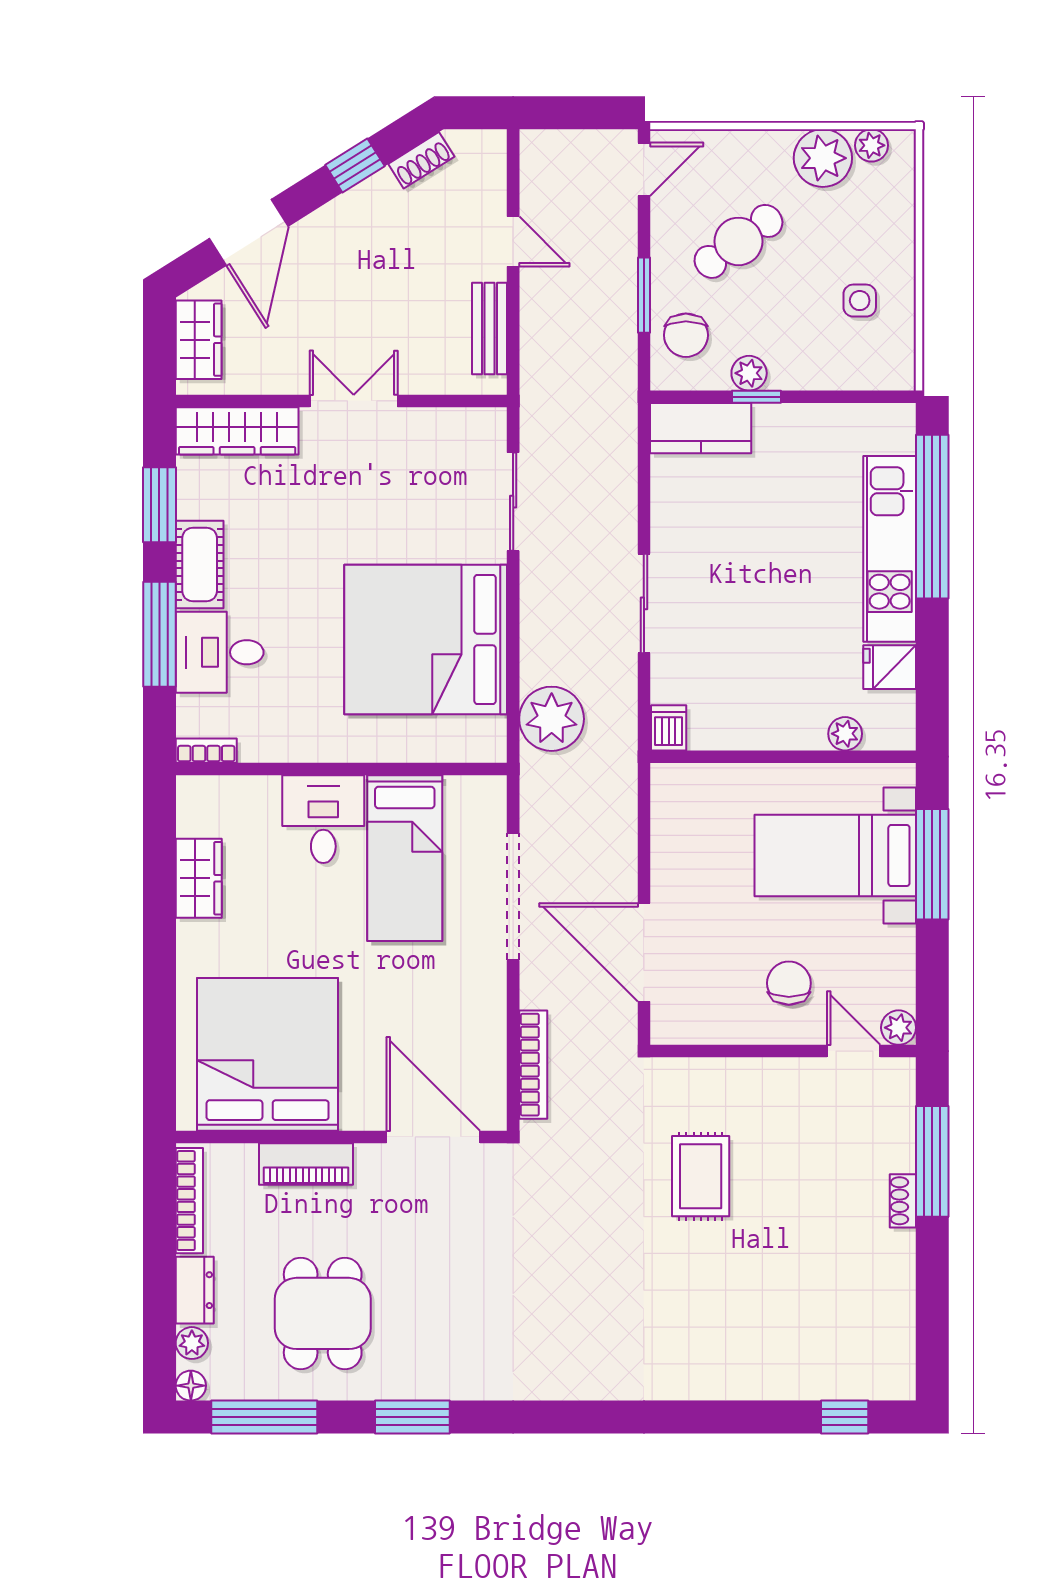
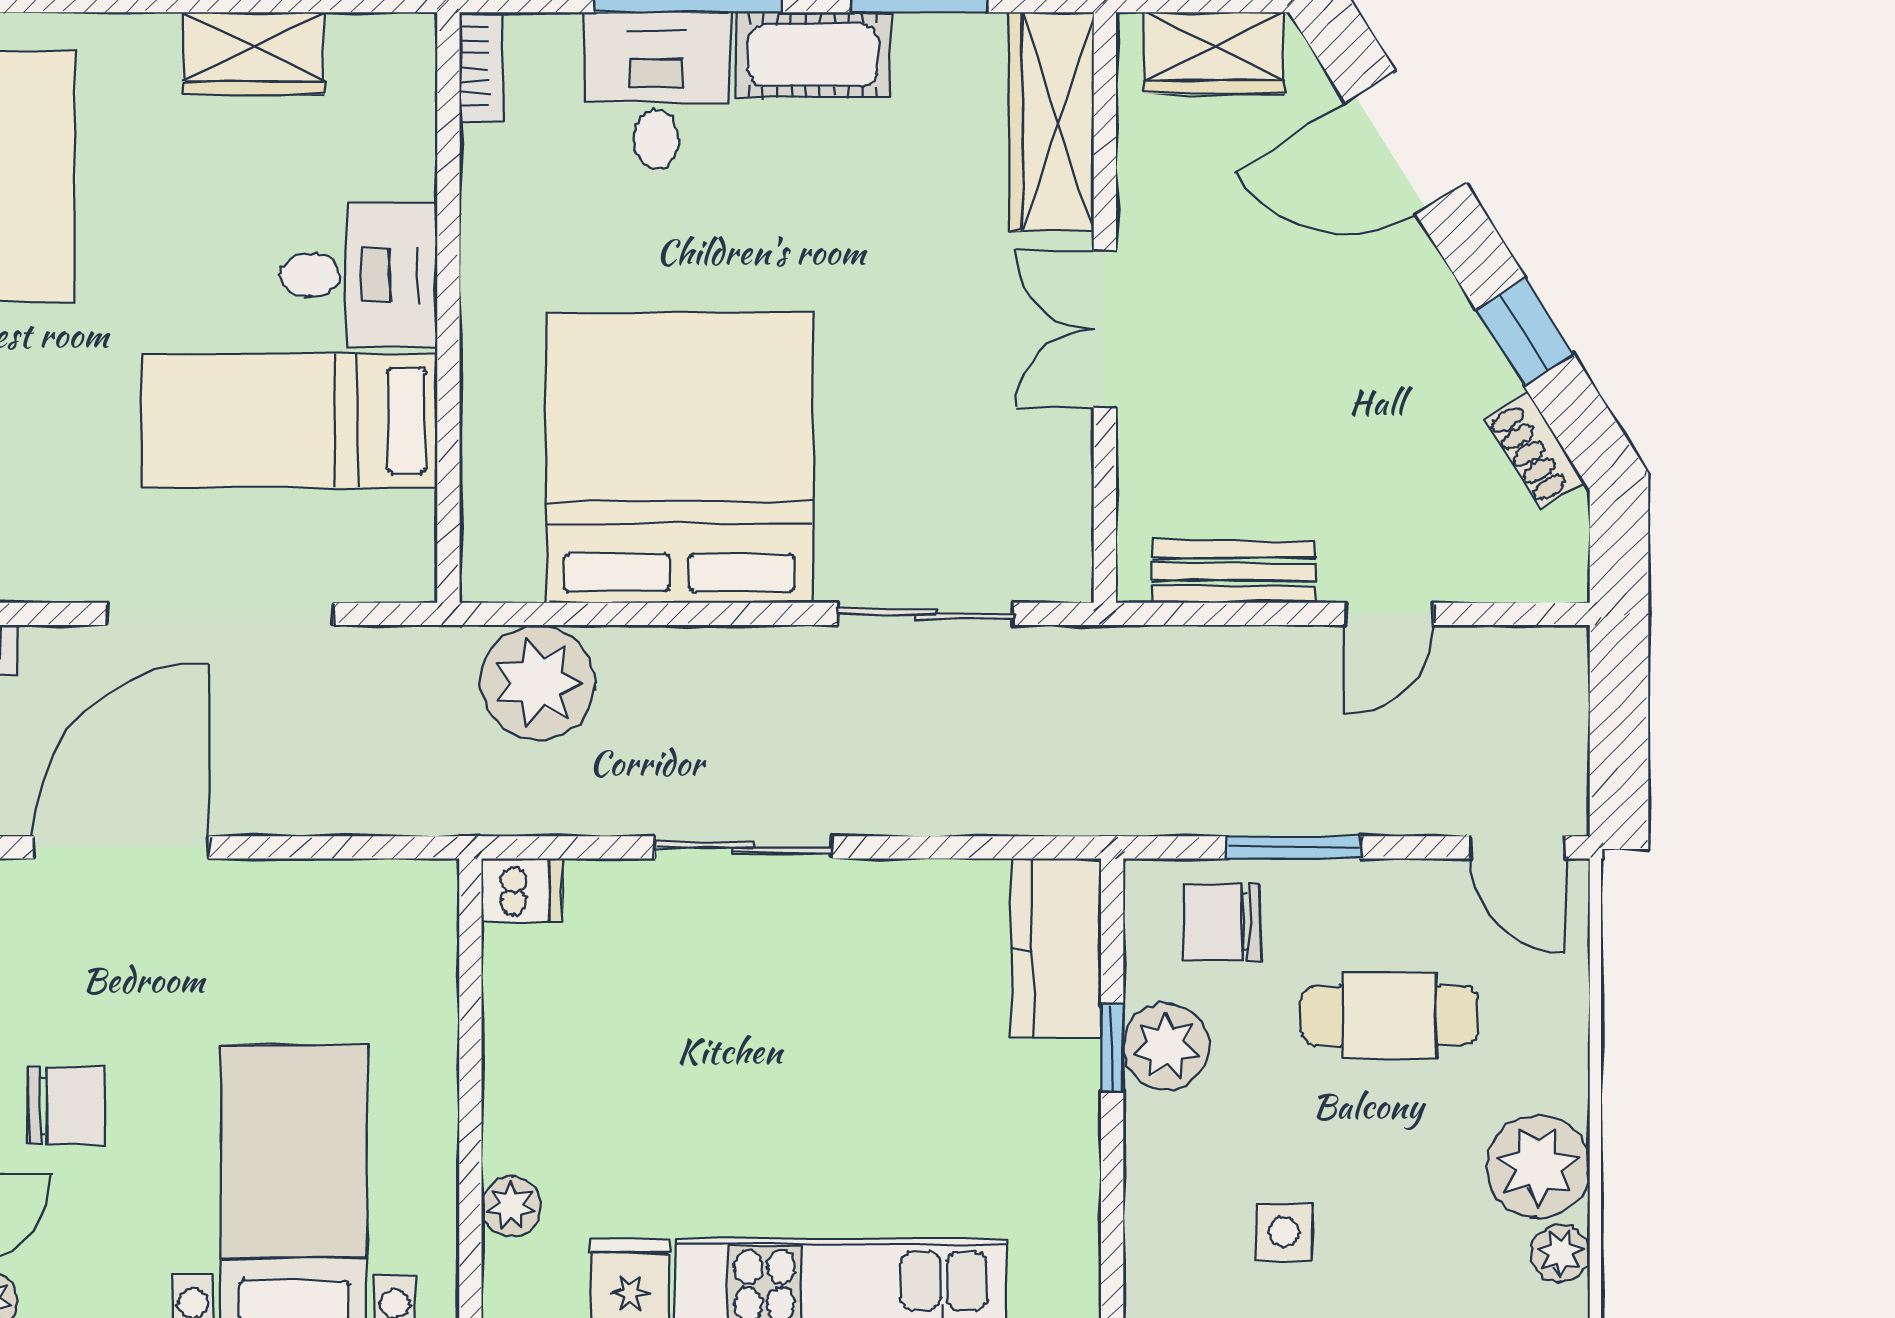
cafe table: (738, 241) -> (1389, 1016), turned -54
plant: (749, 373) -> (1166, 1046), width x1.38, depth x1.38
double door: (354, 401) -> (1105, 329), swing flipped

